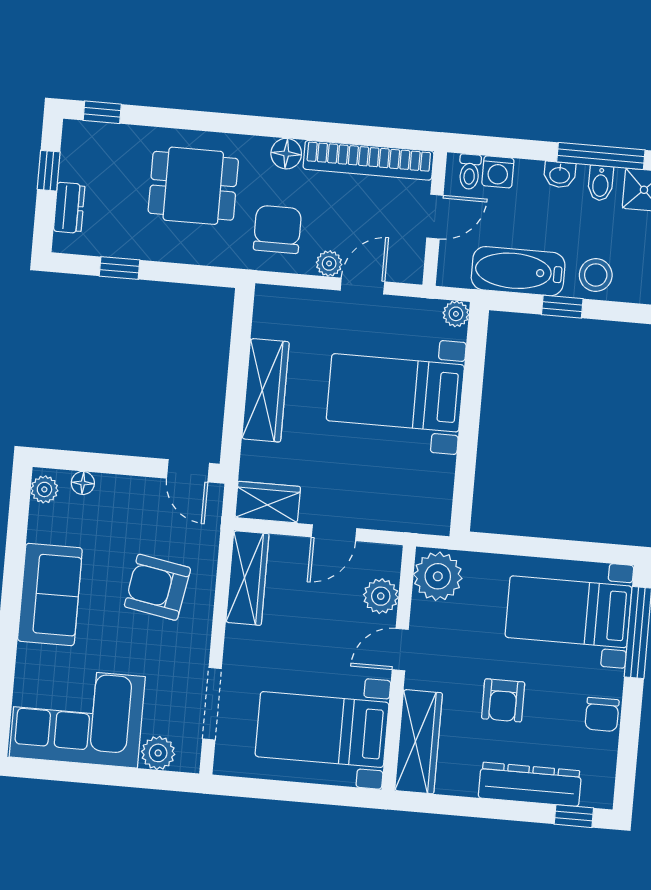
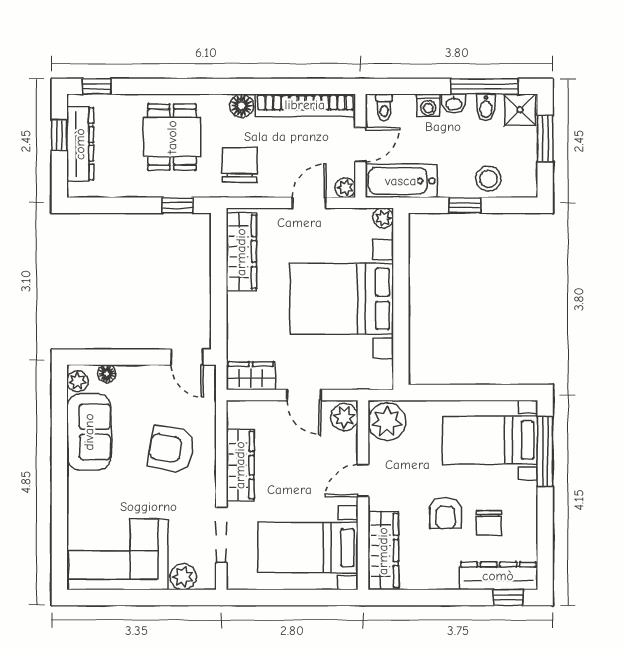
washing machine: (498, 172) -> (428, 106), moved
dining table: (193, 186) -> (172, 137), turned 90
dresser: (69, 208) -> (80, 144), width x1.96, depth x1.24
plant: (329, 263) -> (345, 188), moved
window: (120, 268) -> (178, 205), moved
bathtub: (518, 271) -> (401, 181), moved
wardrobe: (265, 390) -> (241, 252), moved
bed with nightstands: (395, 393) -> (342, 299), width x1.36
door: (334, 533) -> (304, 395), hinge flipped
wardrobe: (247, 578) -> (240, 465), moved
sofa: (50, 594) -> (89, 432), moved
plant: (381, 596) -> (344, 417), moved
chair: (602, 714) -> (489, 523), moved
dresser: (530, 784) -> (498, 576), moved

